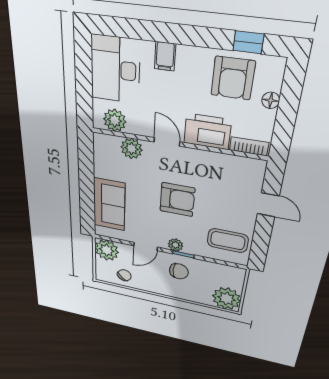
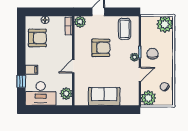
window: (248, 42) -> (21, 81), moved
printer: (207, 131) -> (64, 47), removed
plant: (132, 149) -> (80, 22), moved
armchair: (177, 200) -> (101, 48), moved, turned 90
sofa: (109, 205) -> (104, 96), moved
door: (145, 246) -> (140, 74), hinge flipped

